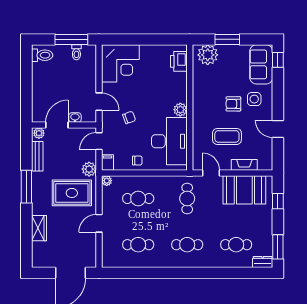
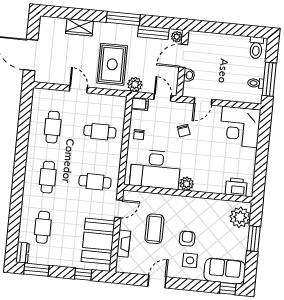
door: (57, 125) -> (183, 56), swing flipped
plant: (107, 181) -> (121, 101), removed
cafe table: (138, 199) -> (100, 132), turned 90

